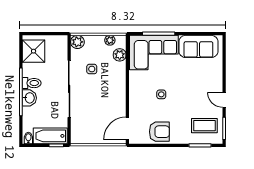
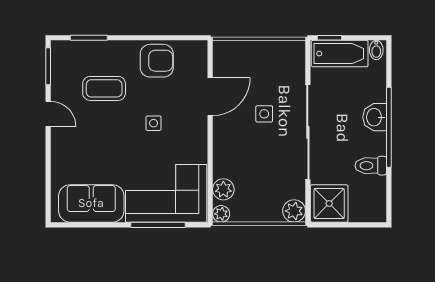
plant: (110, 40) -> (221, 214), moved
shower: (34, 51) -> (329, 203), moved
side table: (92, 69) -> (264, 114), moved
toilet: (32, 83) -> (371, 166), moved
coffee table: (204, 126) -> (104, 88), moved
door: (127, 128) -> (210, 97), moved
armchair: (159, 132) -> (157, 61), turned 180

